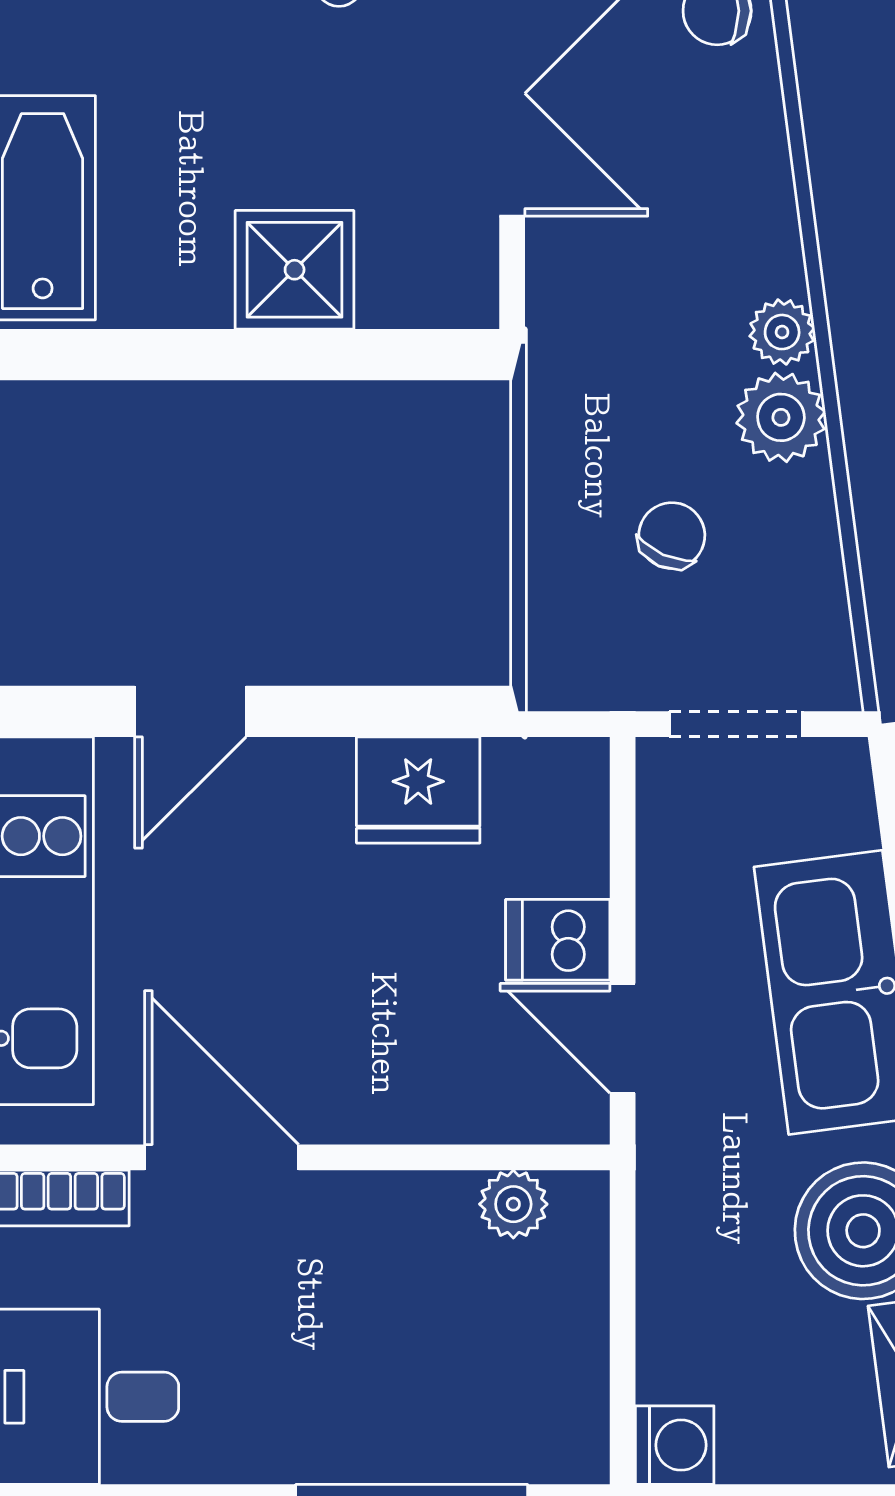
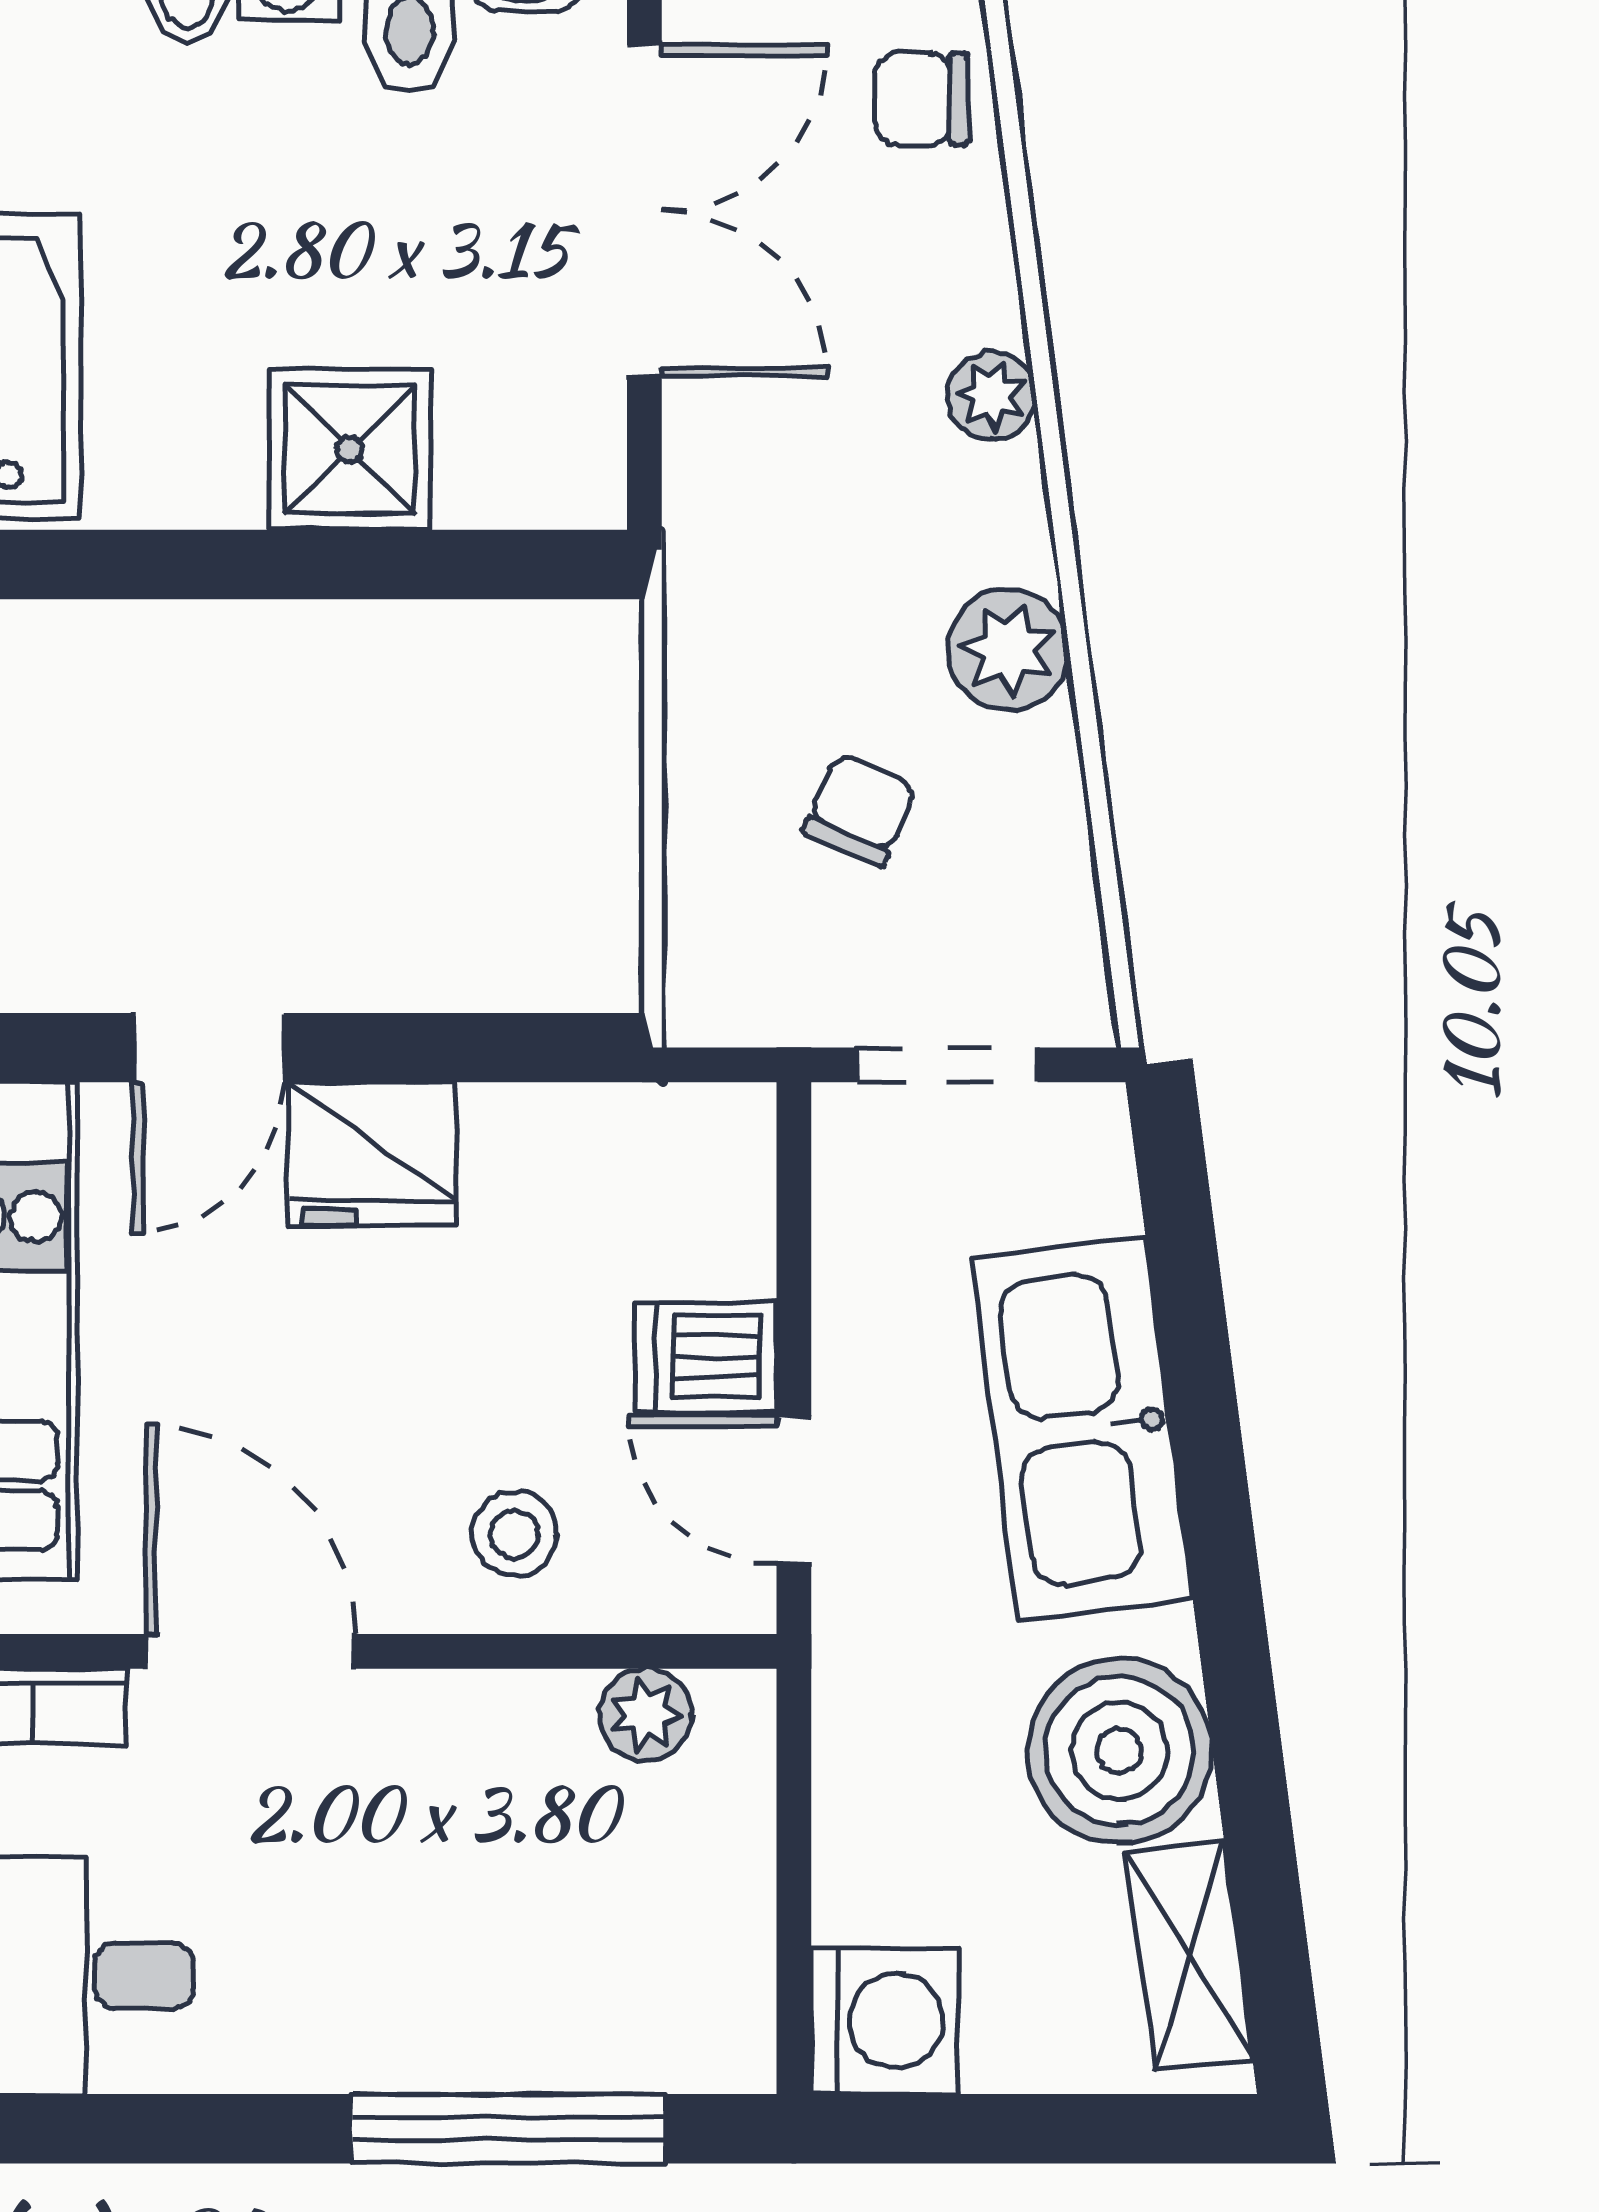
plant: (782, 332) -> (992, 396), moved
fridge: (418, 790) -> (372, 1154), moved
stool: (416, 1071) -> (514, 1534), added
washing machine: (675, 1445) -> (884, 2021), width x1.38, depth x1.38

